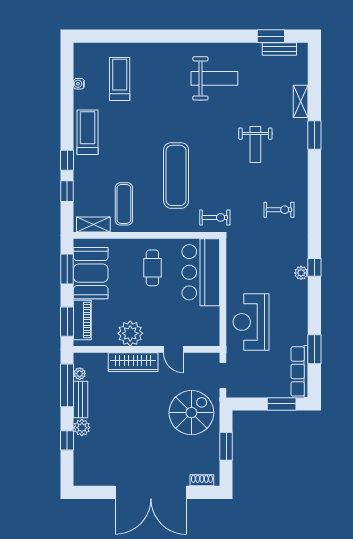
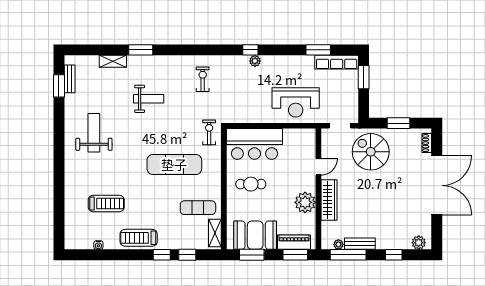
treadmill: (120, 79) -> (106, 204), moved, turned 180
plant: (82, 428) -> (419, 243), moved

